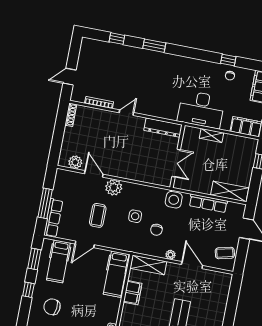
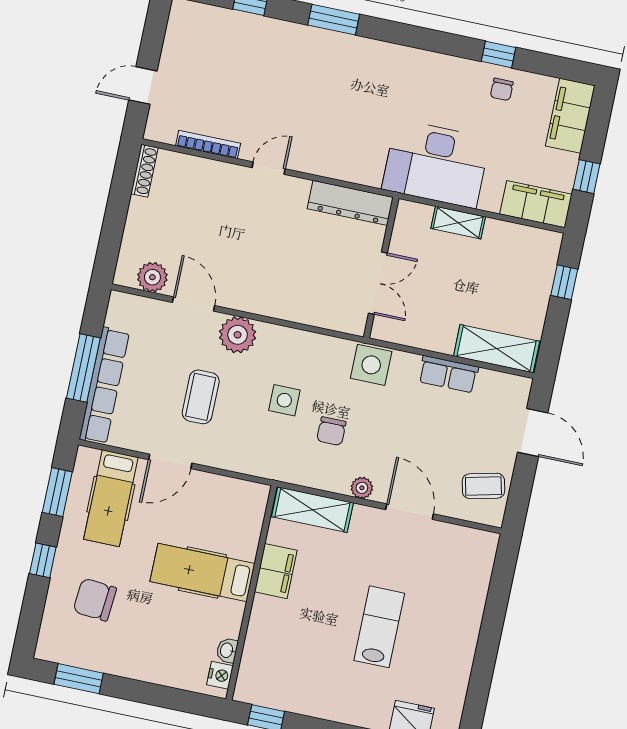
row of seats: (208, 203) -> (448, 374), width x0.68
row of seats: (53, 218) -> (104, 386), width x1.36
hospital bed: (116, 274) -> (202, 572), moved, turned 90

